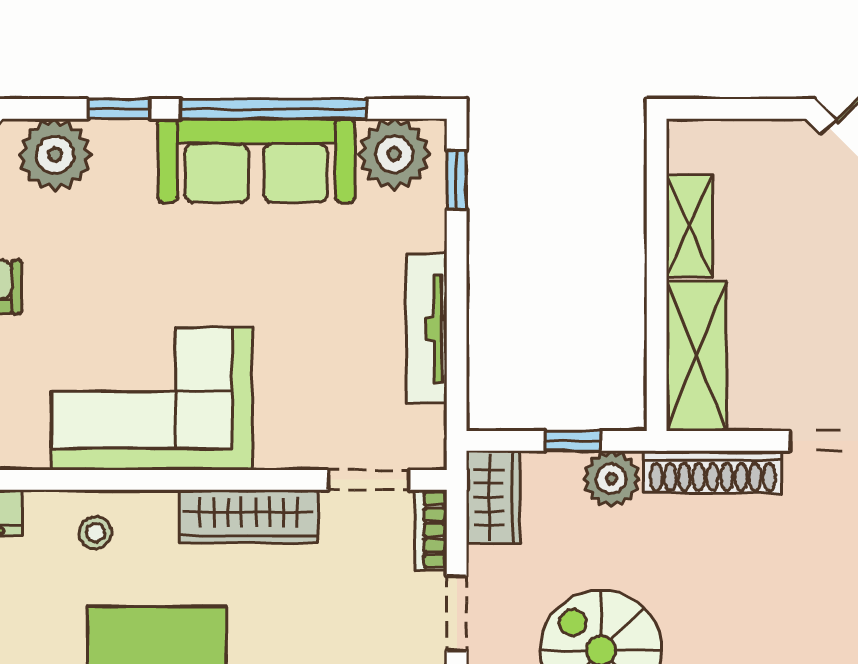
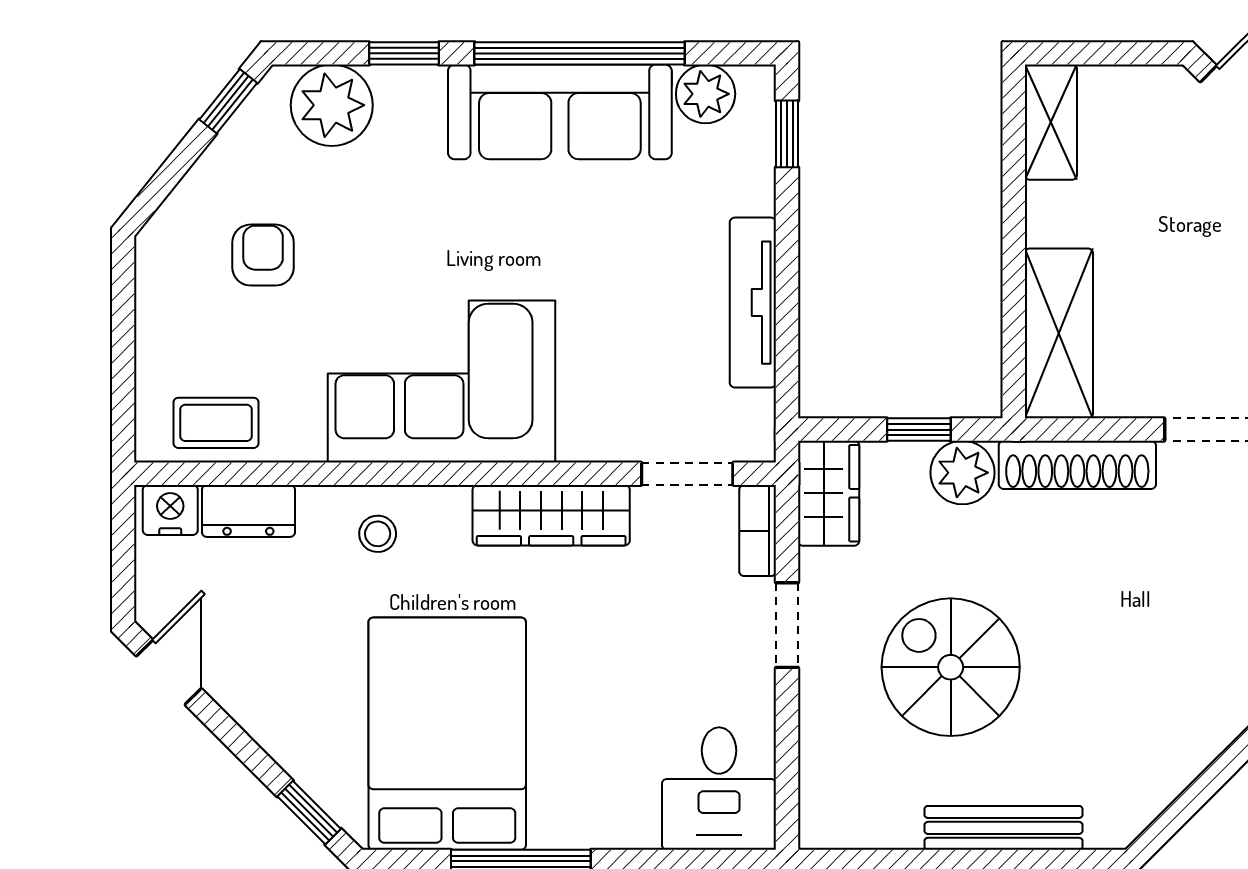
plant: (394, 154) -> (706, 94), width x0.73, depth x0.73
shelving: (689, 226) -> (1051, 122), moved

